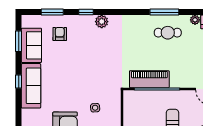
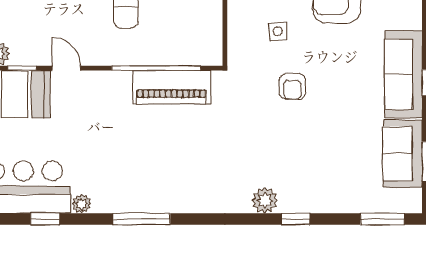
window: (52, 12) -> (382, 219), moved
cafe table: (168, 33) -> (135, 179), removed
armchair: (60, 34) -> (292, 86), moved

